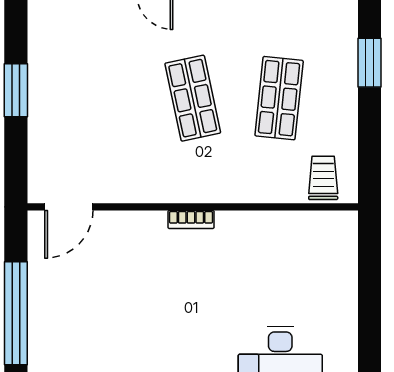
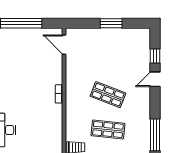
shop shelf: (193, 98) -> (108, 95), turned 33

